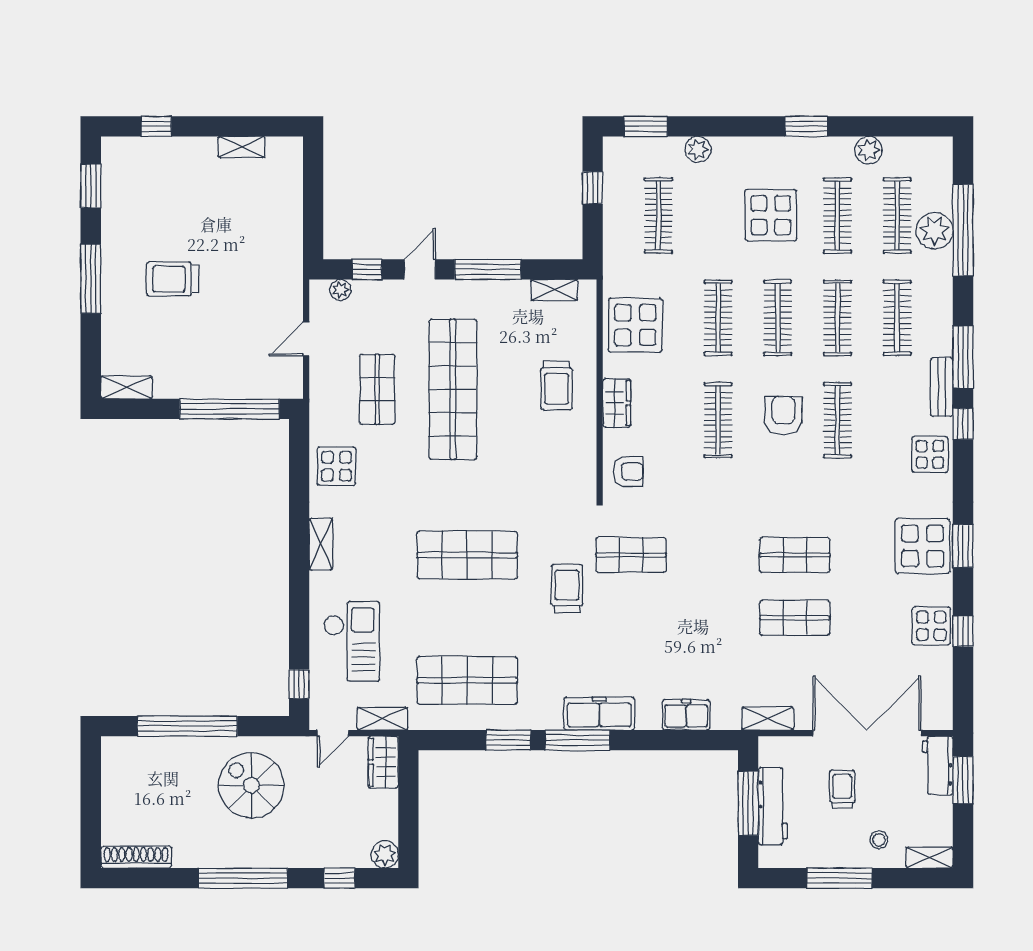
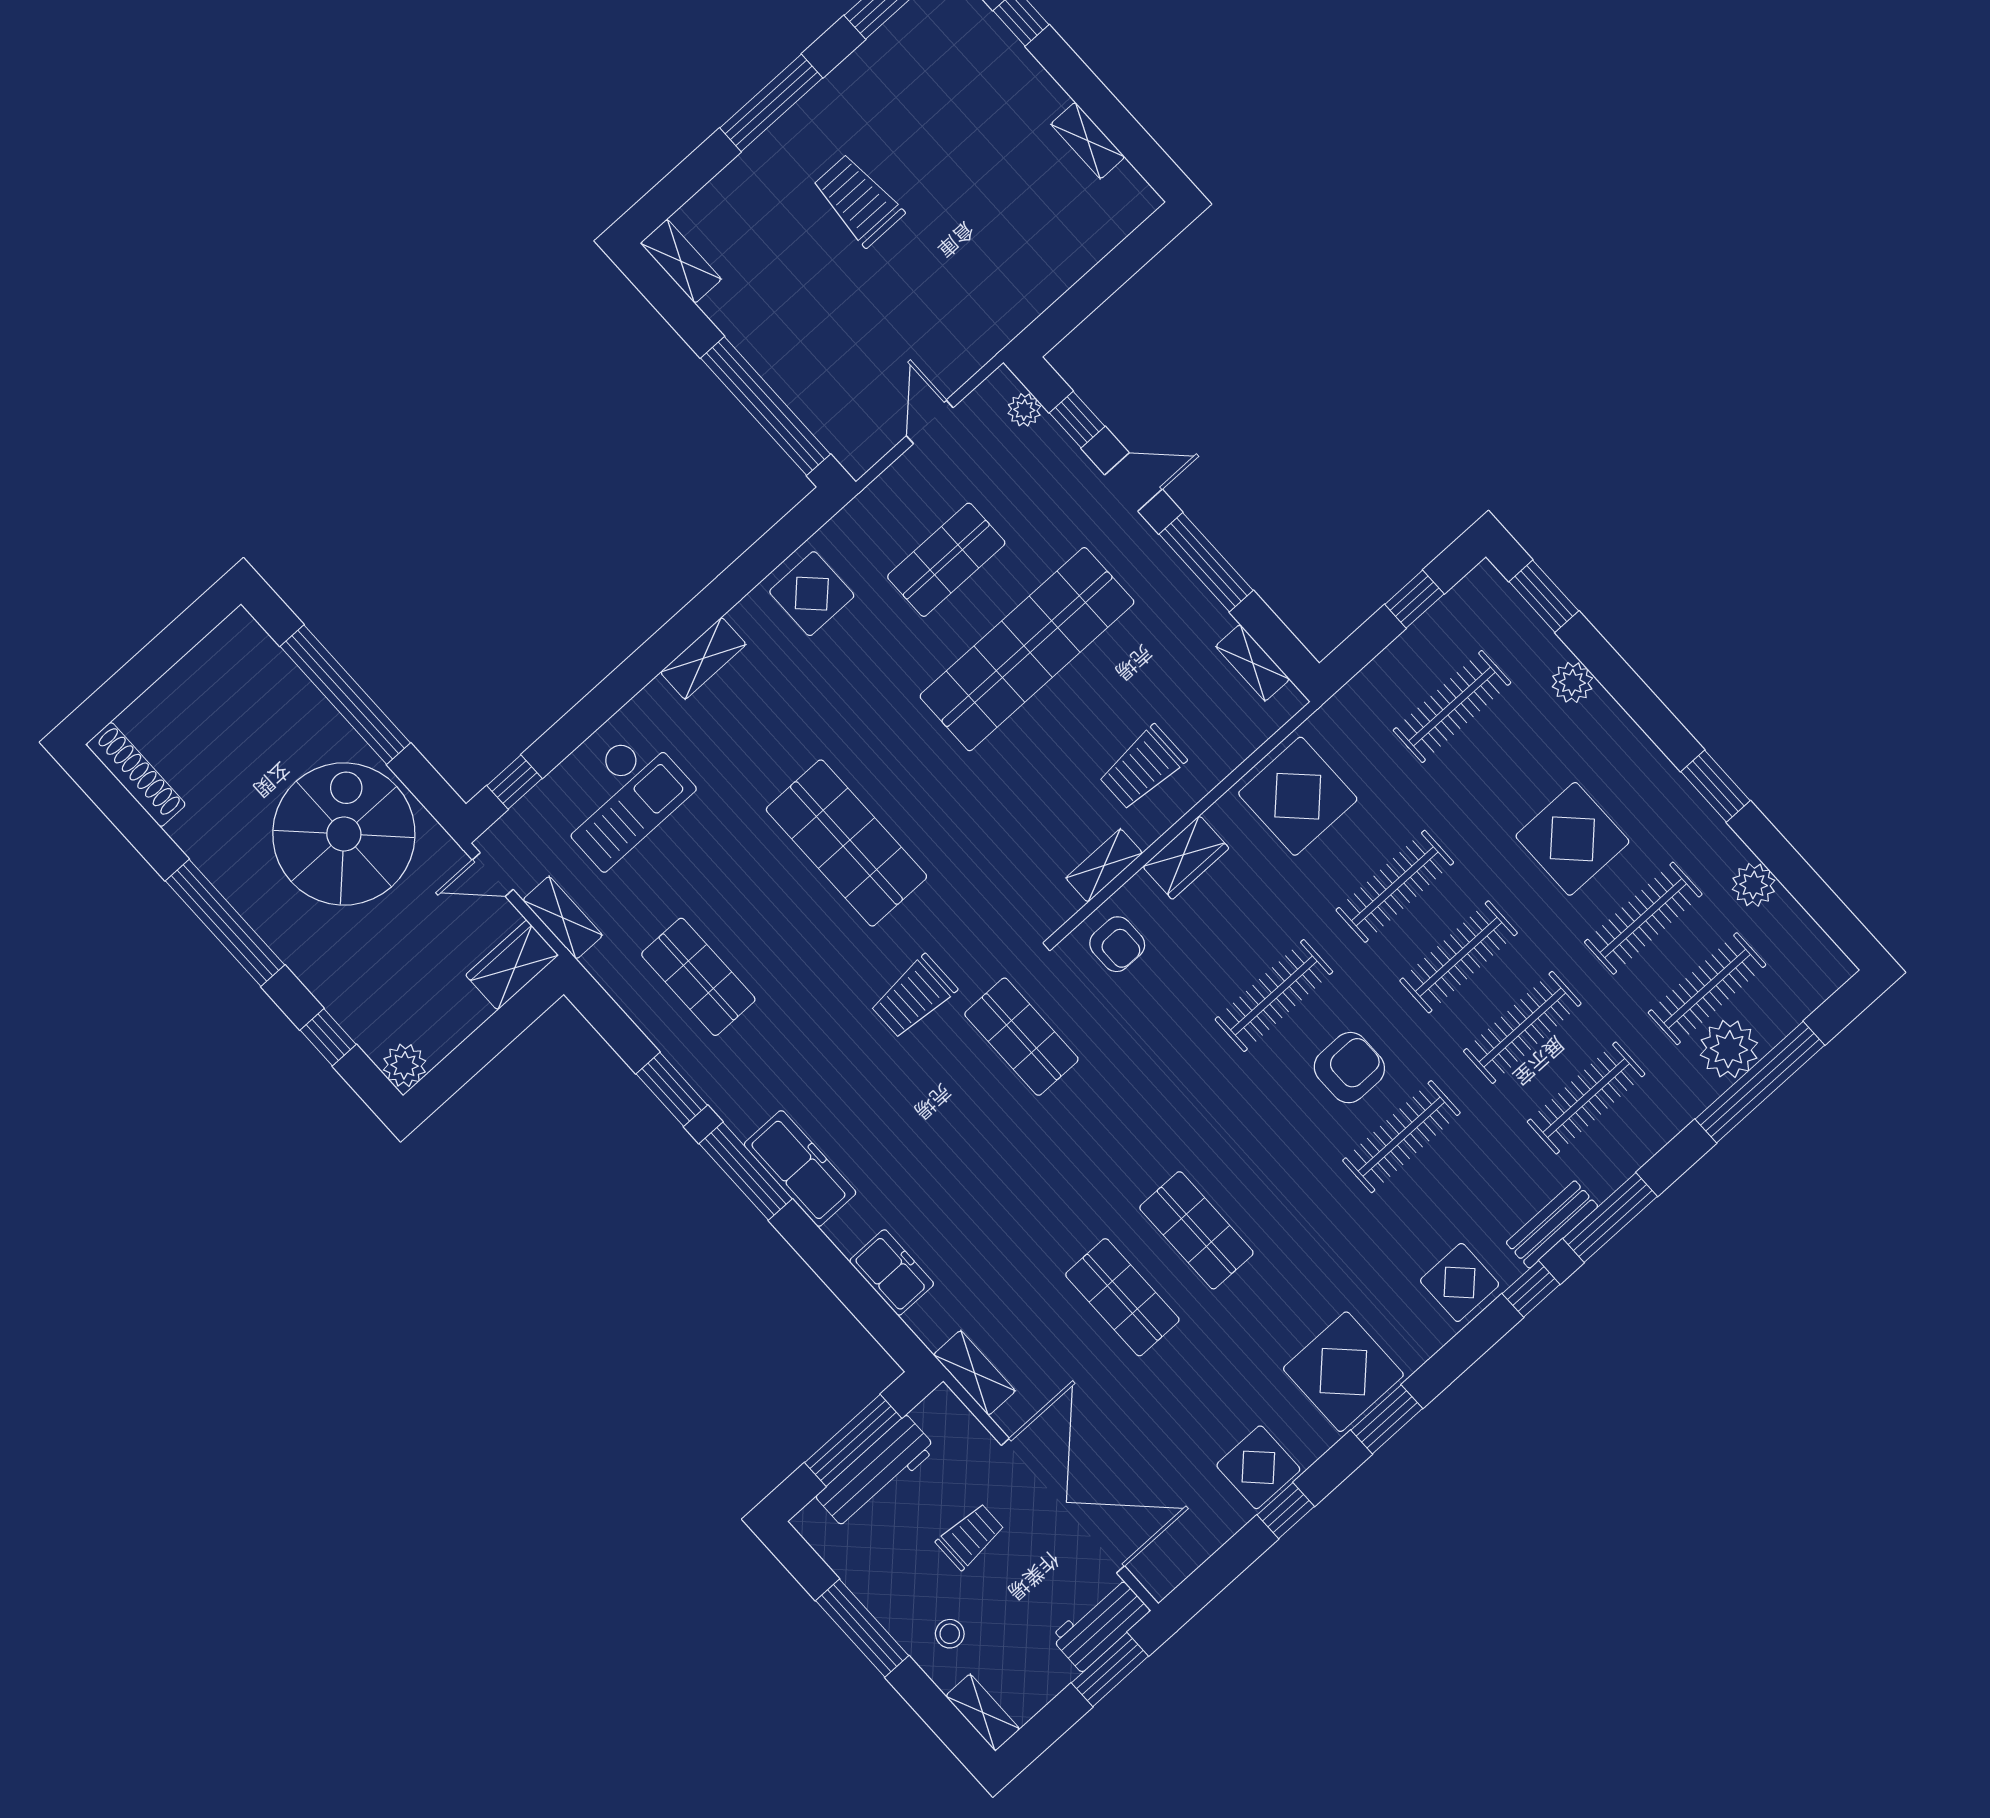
door: (306, 339) -> (930, 422), hinge flipped
shelving: (586, 444) -> (1104, 865), added
trolley: (567, 588) -> (914, 997), turned 180
shop shelf: (467, 680) -> (698, 977), width x0.70, depth x0.74
spiral stairs: (251, 785) -> (344, 834), width x1.37, depth x1.37

